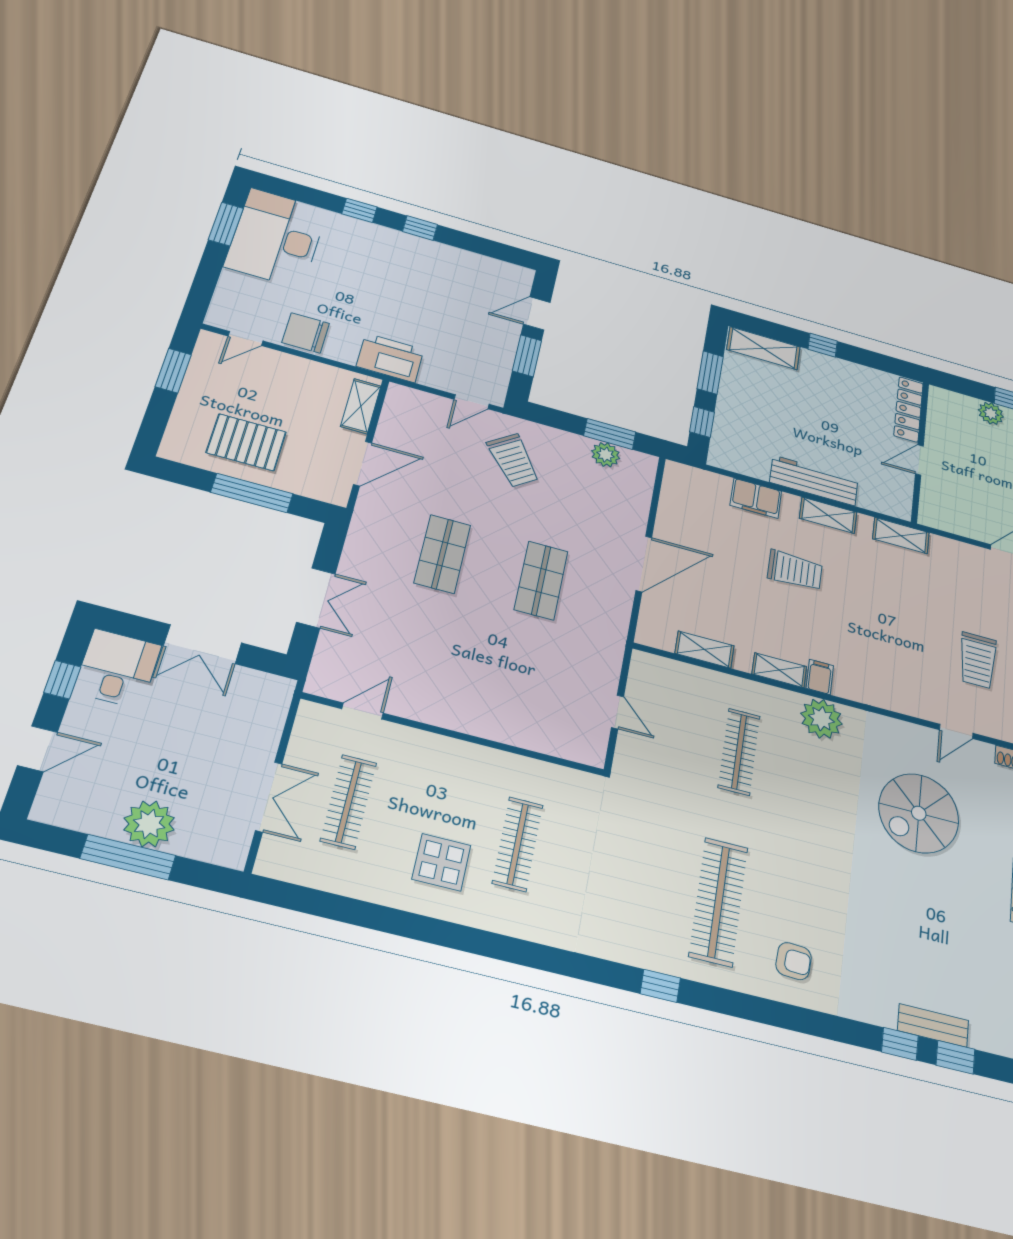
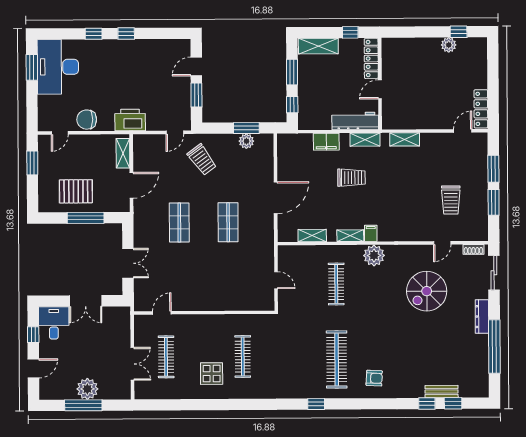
locker: (909, 409) -> (371, 59), moved
wall: (920, 451) -> (380, 84), moved
door: (919, 460) -> (380, 89), moved

